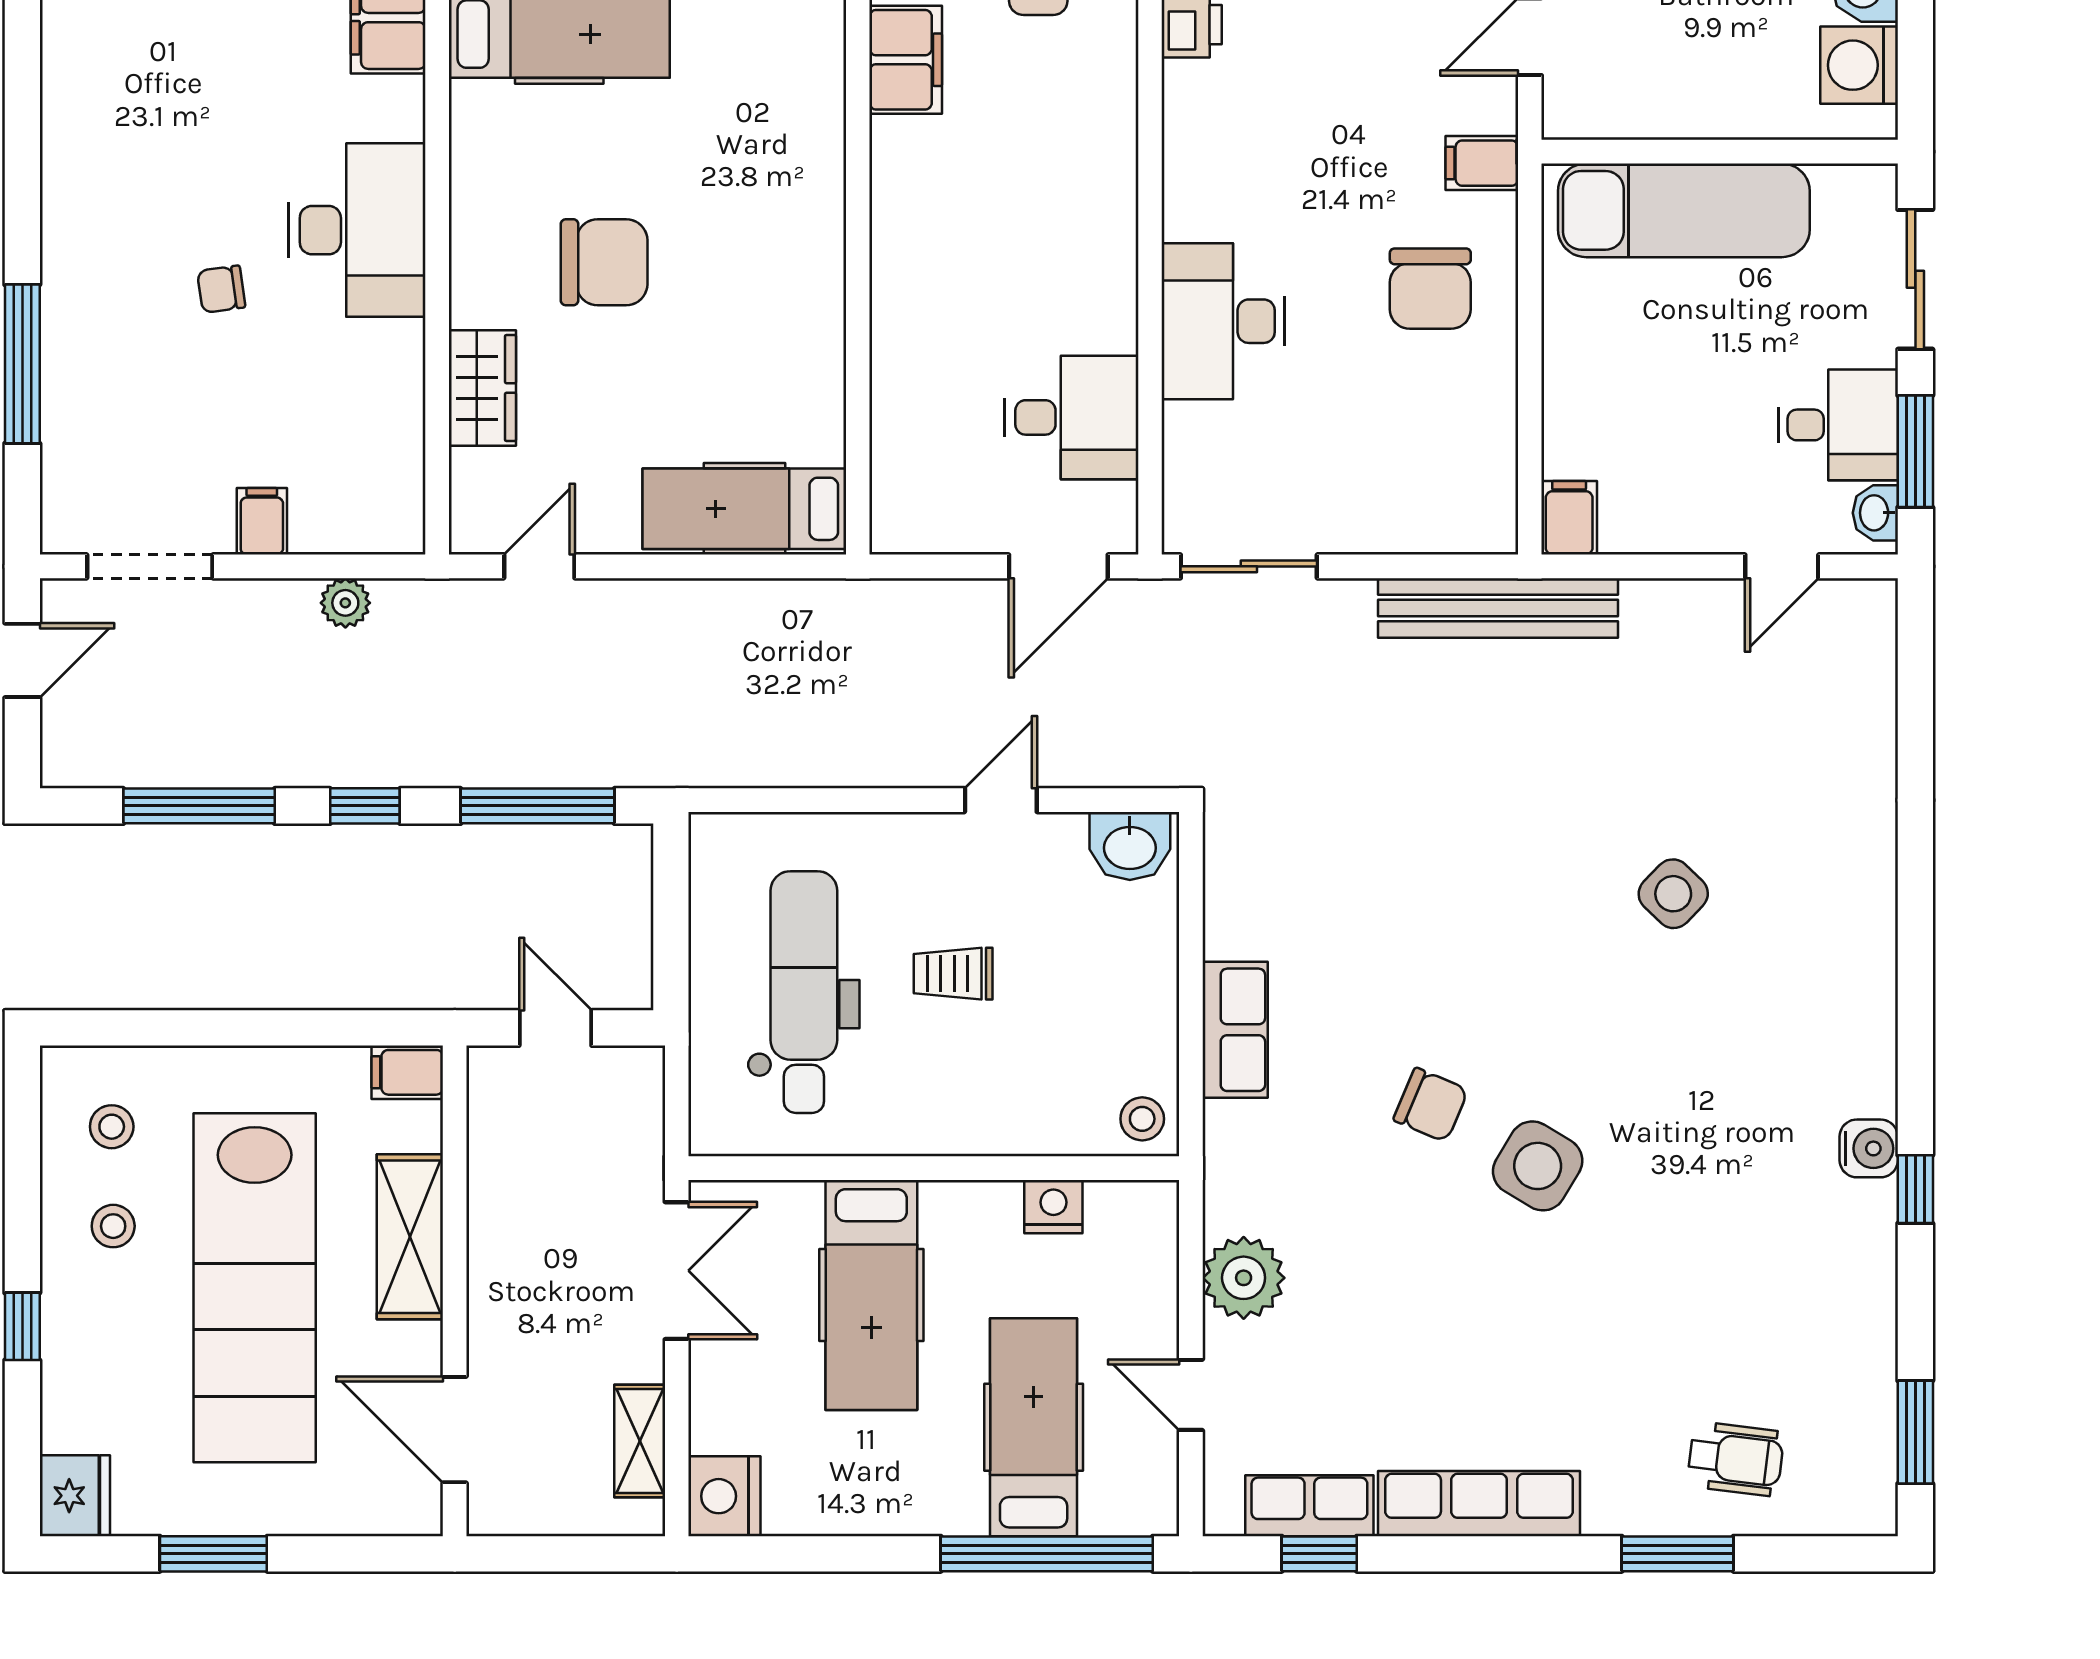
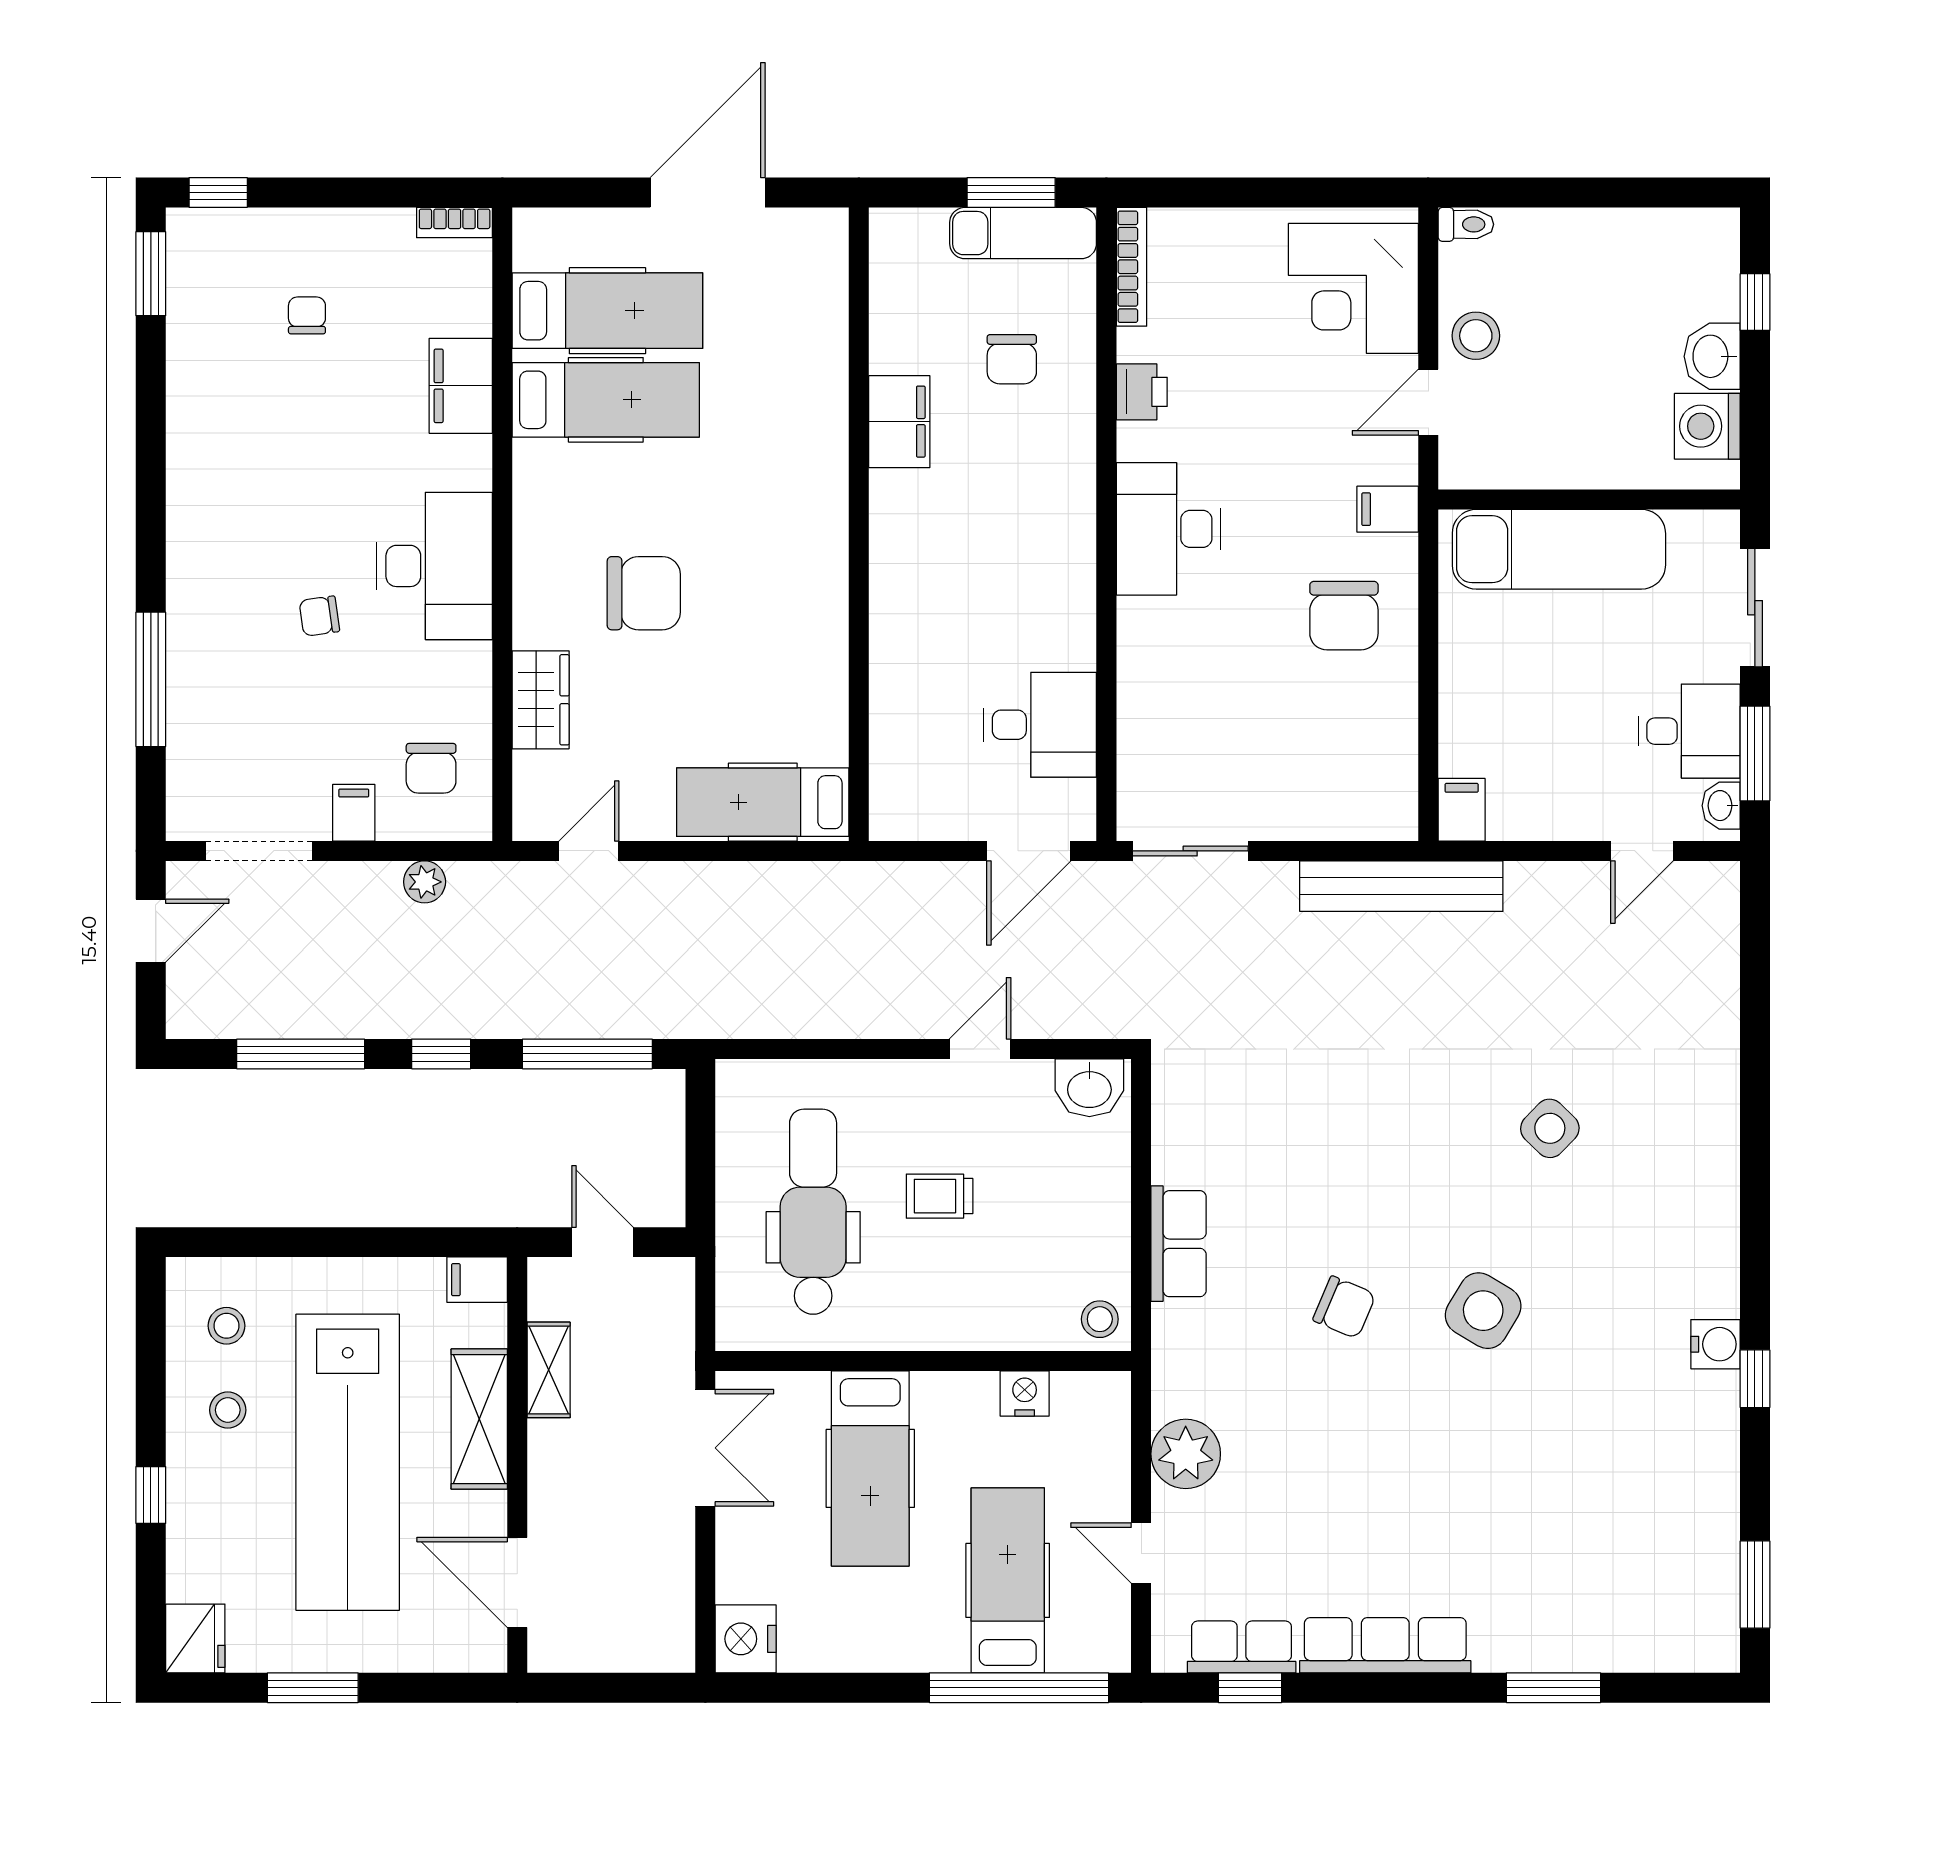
desk: (1223, 321) -> (1168, 529), moved
chair: (353, 469) -> (431, 768), added
side table: (1538, 1166) -> (1483, 1311), moved
shelving: (640, 1441) -> (549, 1370), moved
wheelchair: (1736, 1459) -> (1603, 1607), removed

